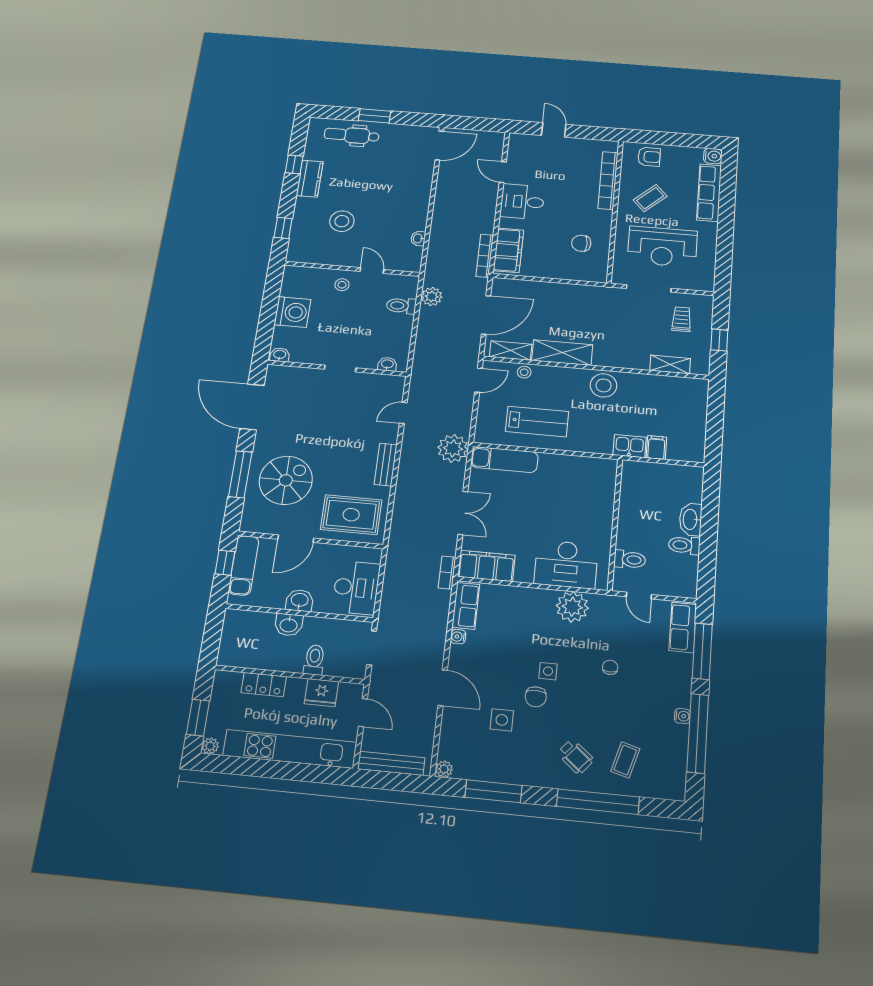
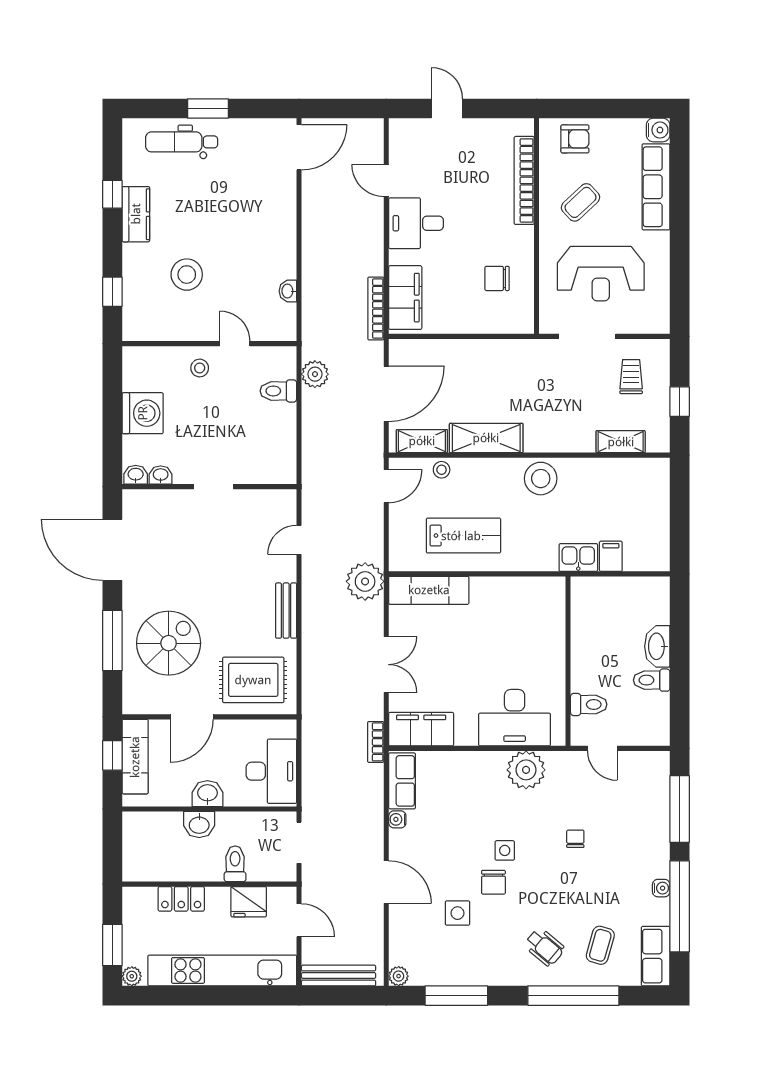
washbasin: (387, 364) -> (161, 475), moved
row of seats: (683, 627) -> (656, 956), moved

